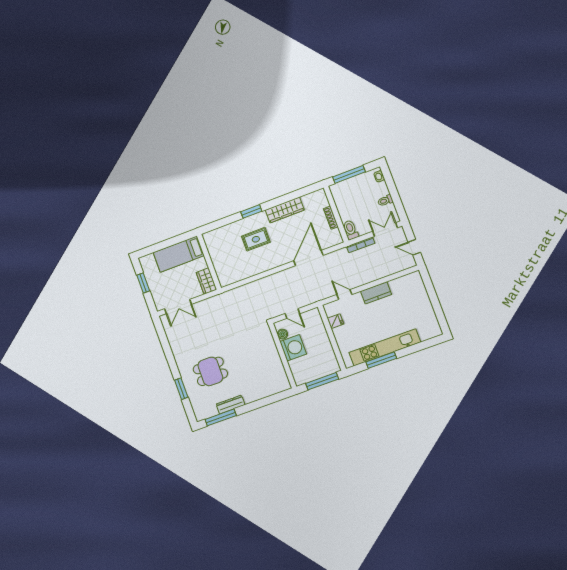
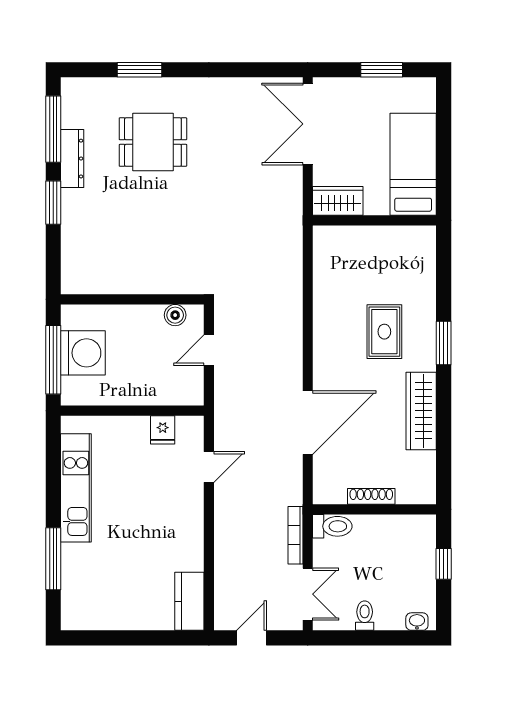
window: (349, 174) -> (444, 564), width x0.46
door: (308, 258) -> (308, 423), hinge flipped
kitchen counter: (376, 293) -> (189, 601), moved
double door: (178, 306) -> (308, 124), width x1.37
kitchen unit: (385, 347) -> (76, 488), width x0.73
washing machine: (293, 348) -> (83, 353), moved, turned -90
window: (381, 360) -> (53, 559), moved
dining table: (210, 371) -> (153, 142), turned 90
window: (253, 406) -> (53, 203), added

